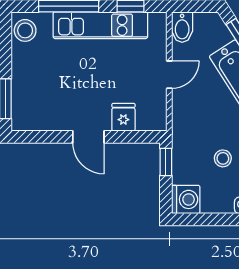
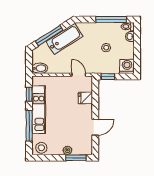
door: (169, 75) -> (79, 75), moved
plant: (20, 82) -> (67, 150), added
door: (88, 137) -> (95, 127), moved

